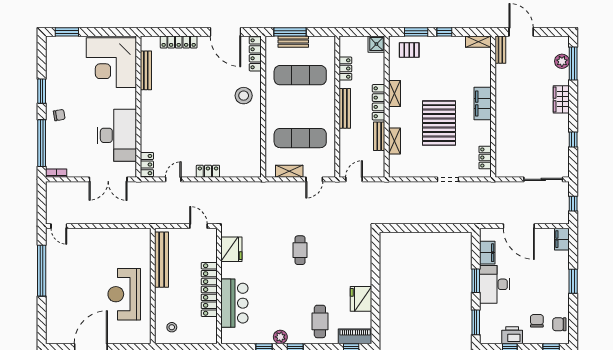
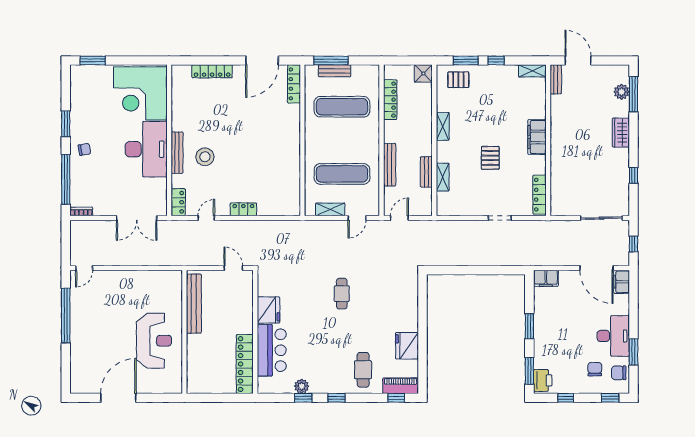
door: (225, 32) -> (262, 60), hinge flipped
locker: (345, 69) -> (390, 100), width x1.53
bench: (146, 70) -> (177, 153), moved
stool: (244, 96) -> (205, 157), moved
locker: (379, 102) -> (426, 136), removed
bench: (345, 108) -> (390, 165), moved
pallet: (439, 123) -> (490, 158), width x0.49, depth x0.50
desk: (117, 135) -> (146, 149), moved
locker: (485, 158) -> (539, 195), width x1.53
door: (59, 226) -> (84, 268), hinge flipped
door: (519, 226) -> (596, 268), moved
fridge: (231, 249) -> (268, 310), moved
filing cabinet: (487, 253) -> (546, 278), moved, turned 90
window: (573, 281) -> (633, 352), moved
desk: (495, 284) -> (613, 336), moved, turned 180
locker: (209, 289) -> (245, 364), moved
reception desk: (124, 294) -> (154, 341), turned 180
stool: (172, 327) -> (205, 376), removed
printer: (512, 335) -> (543, 380), moved, turned 90
plant: (280, 337) -> (302, 386), moved

